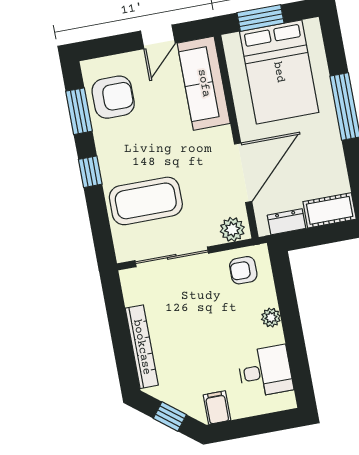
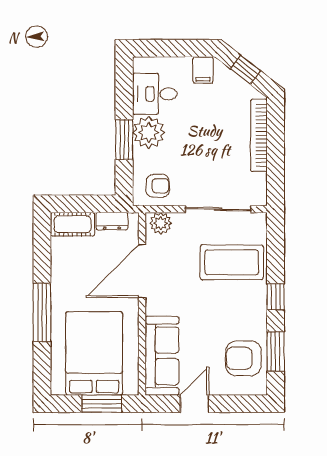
window: (290, 314) -> (124, 140), added
plant: (271, 318) -> (149, 132), width x1.87, depth x1.87

